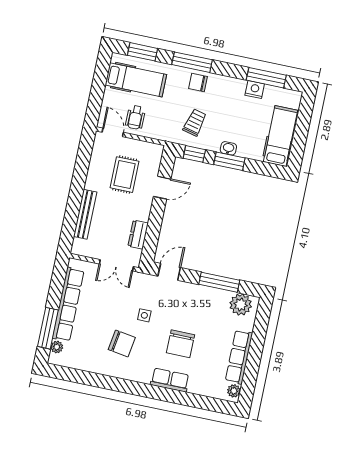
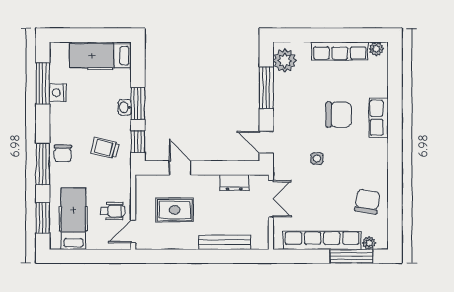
chair: (122, 344) -> (367, 202), moved

